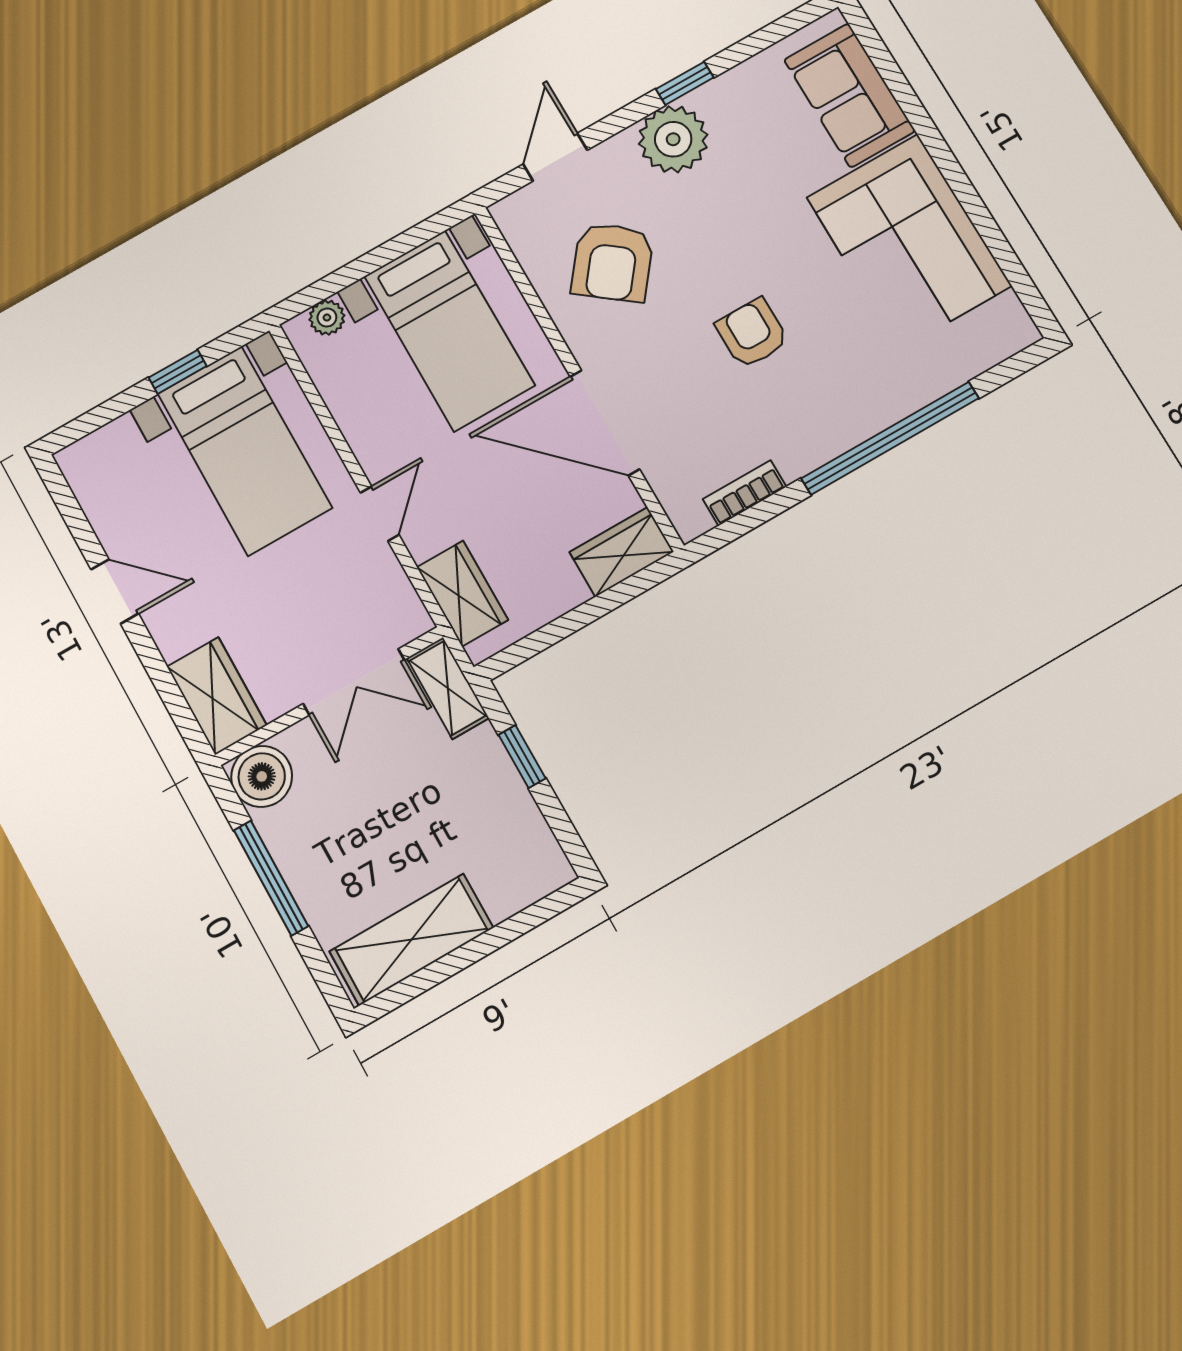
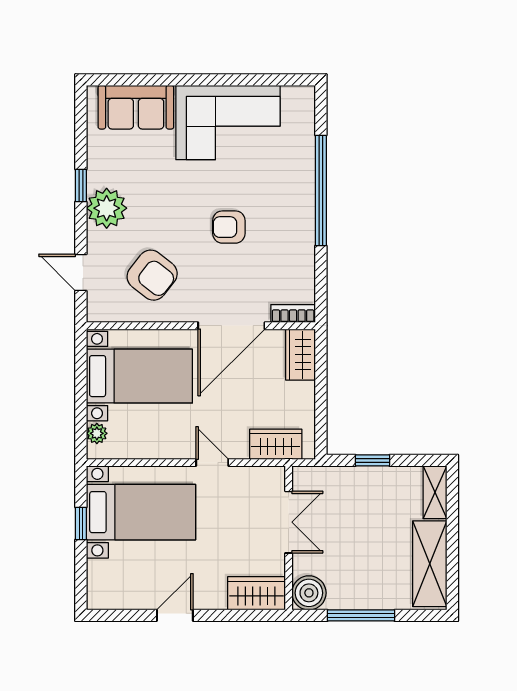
bookcase: (745, 493) -> (293, 314), moved, turned 90
shelving: (448, 688) -> (435, 492), moved, turned 90

